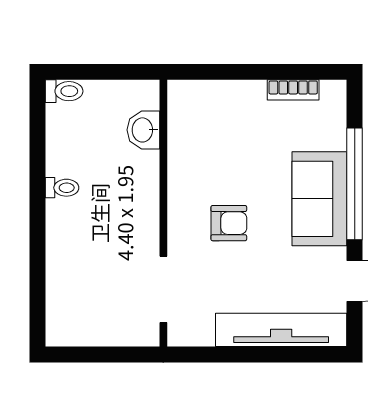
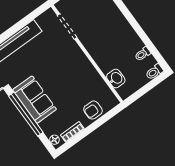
floor lamp: (336, 99) -> (54, 140), added
toilet: (62, 188) -> (143, 54), moved
armchair: (229, 223) -> (93, 110), moved

